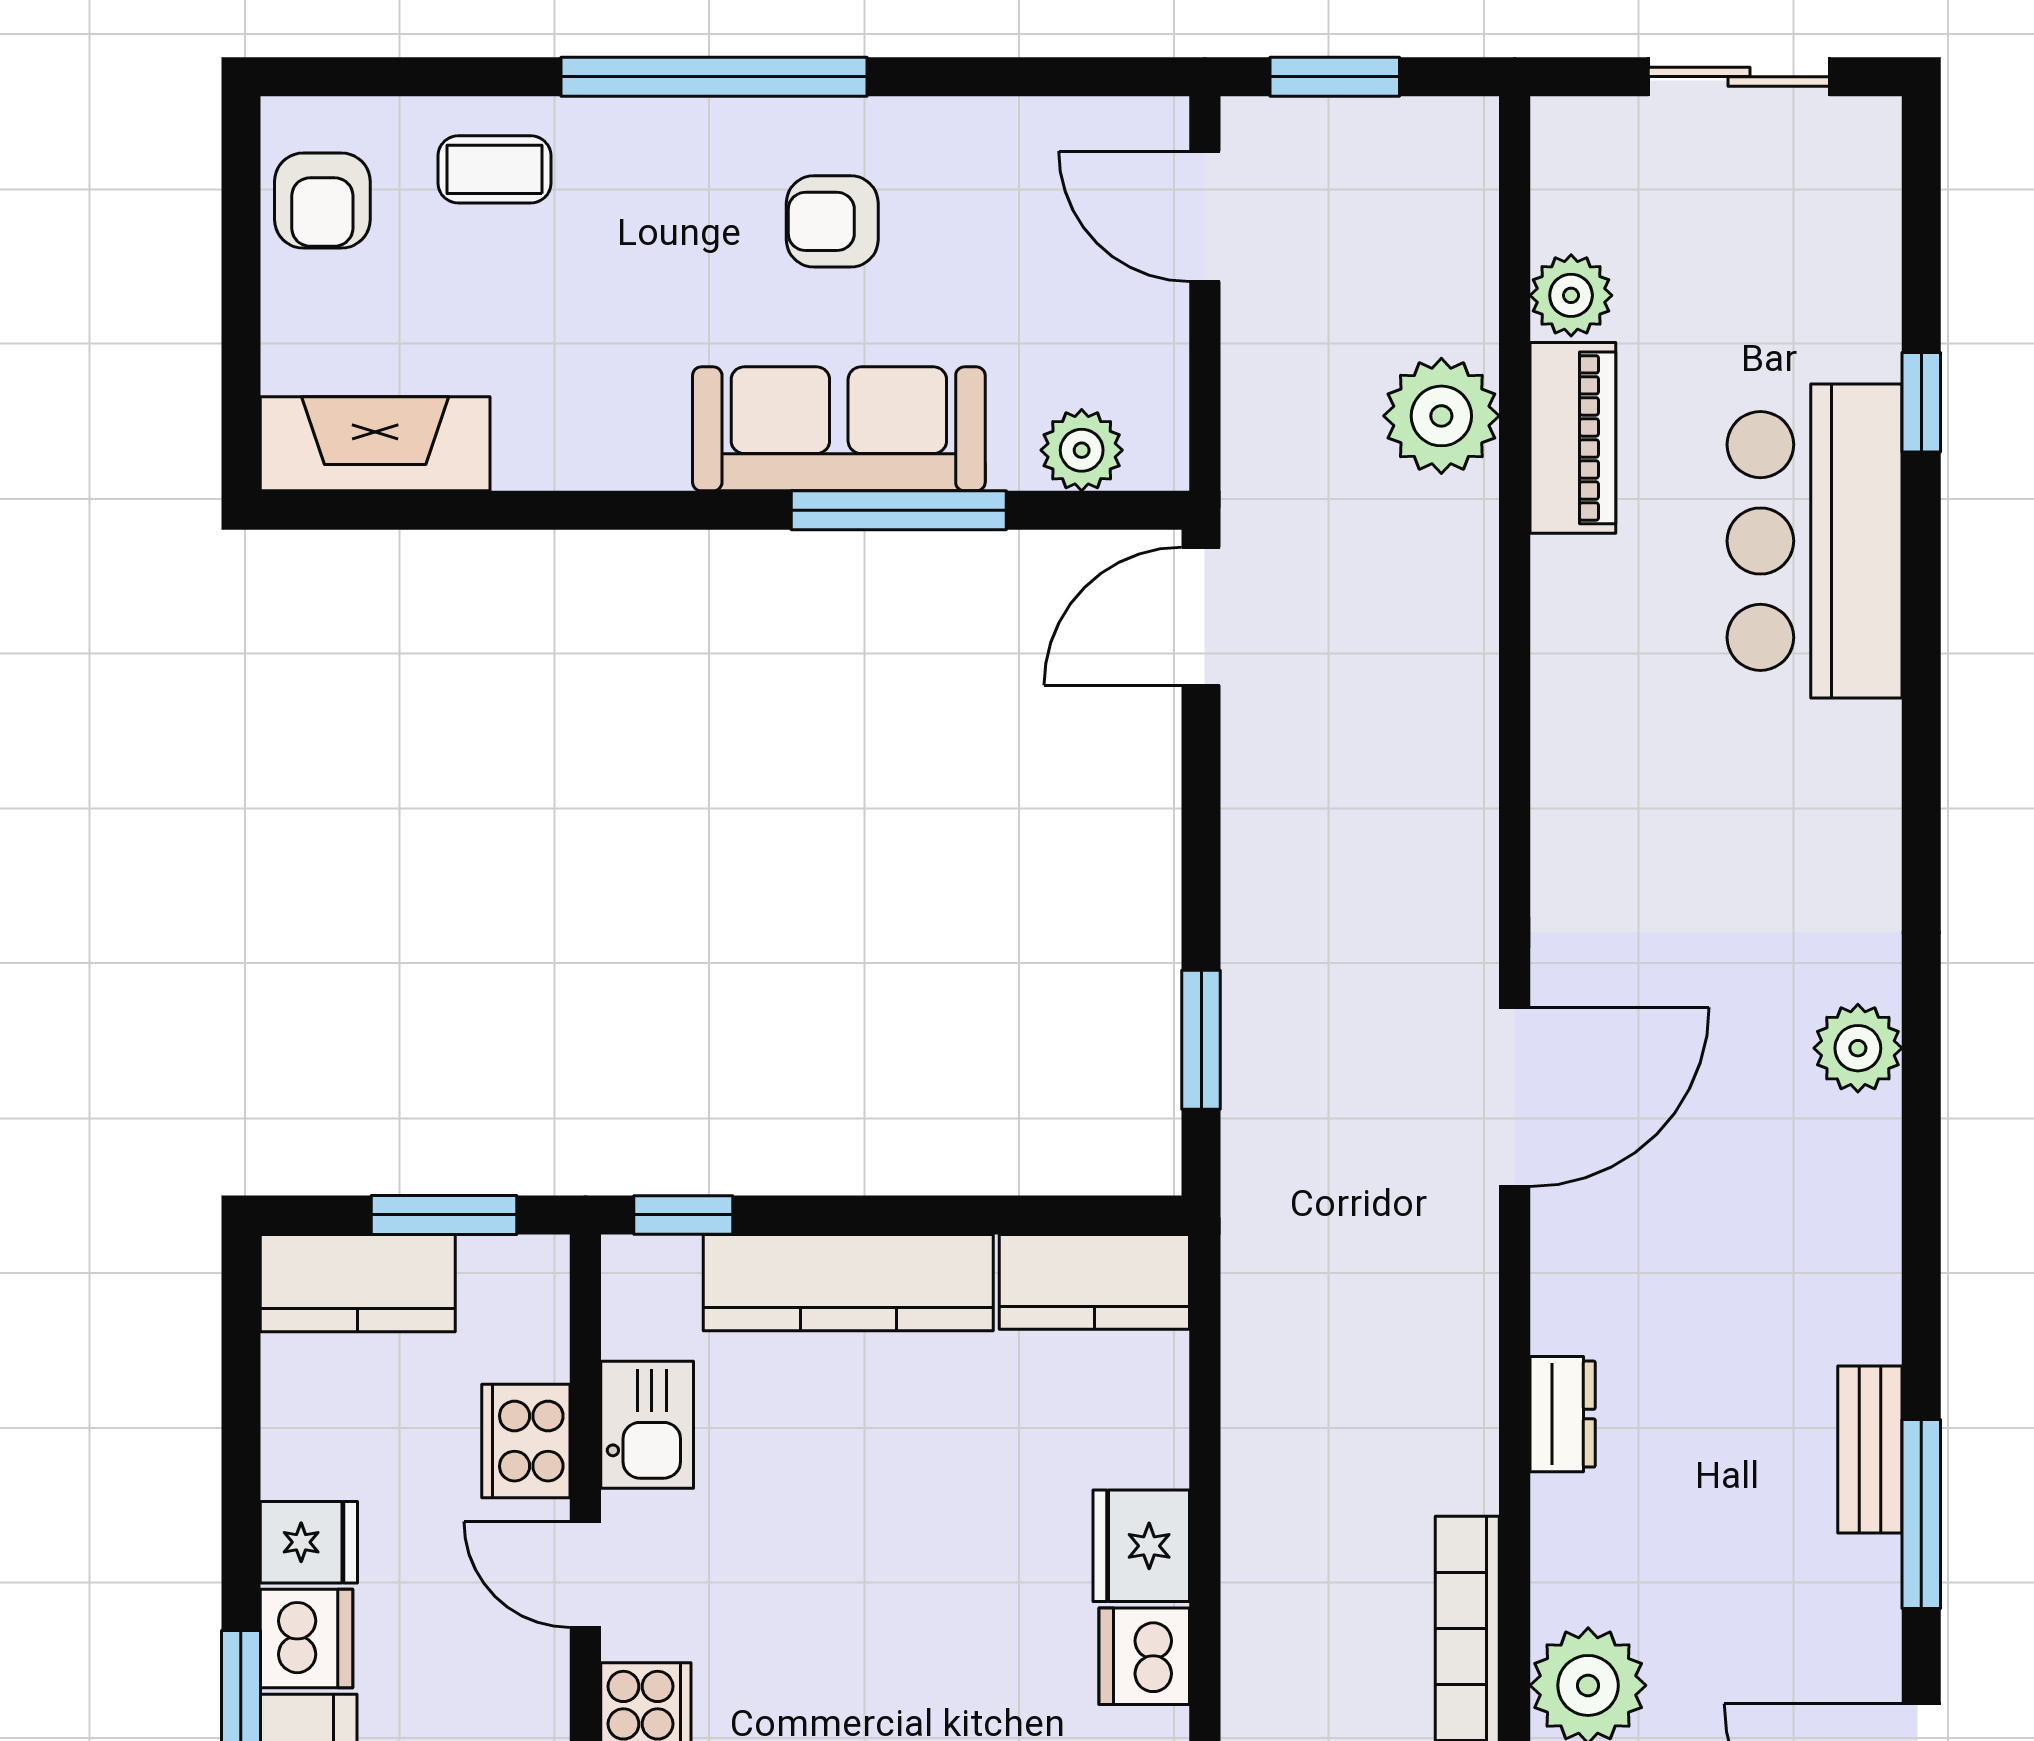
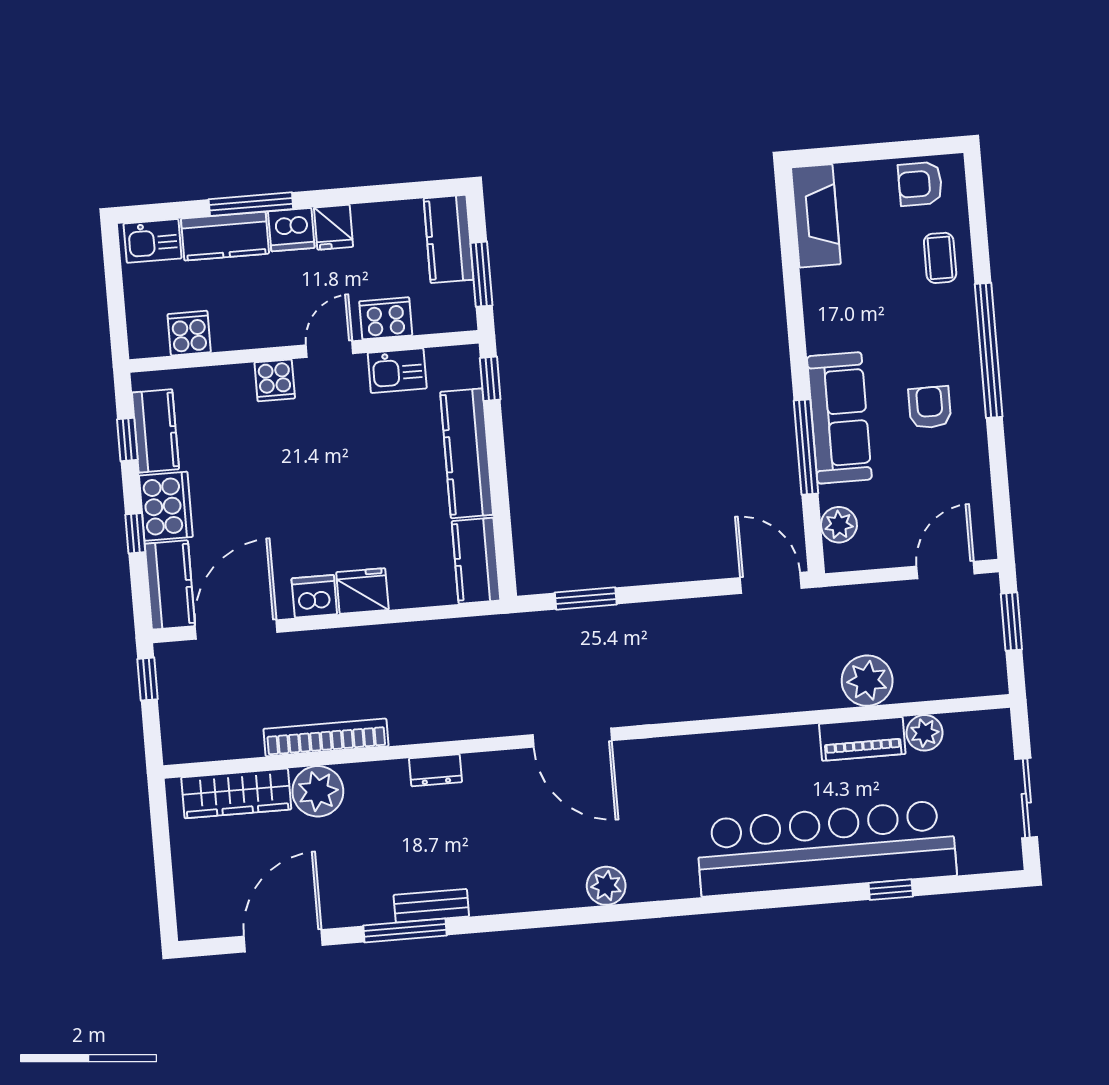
bar counter: (1814, 541) -> (826, 848), width x1.86

